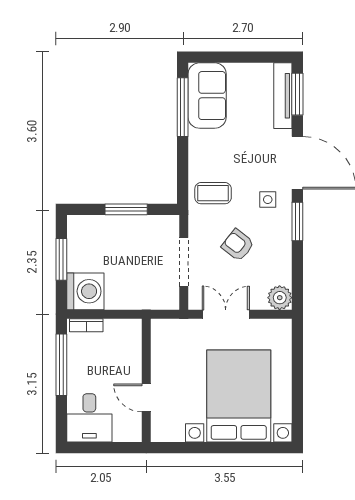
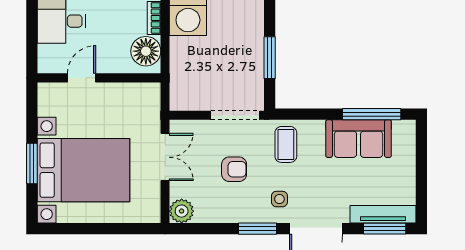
sofa: (207, 96) -> (359, 139), moved
armchair: (238, 245) -> (234, 169), turned 52
doorway: (184, 262) -> (235, 115), moved
floor lamp: (120, 333) -> (146, 51), added
window: (232, 448) -> (32, 164), added

